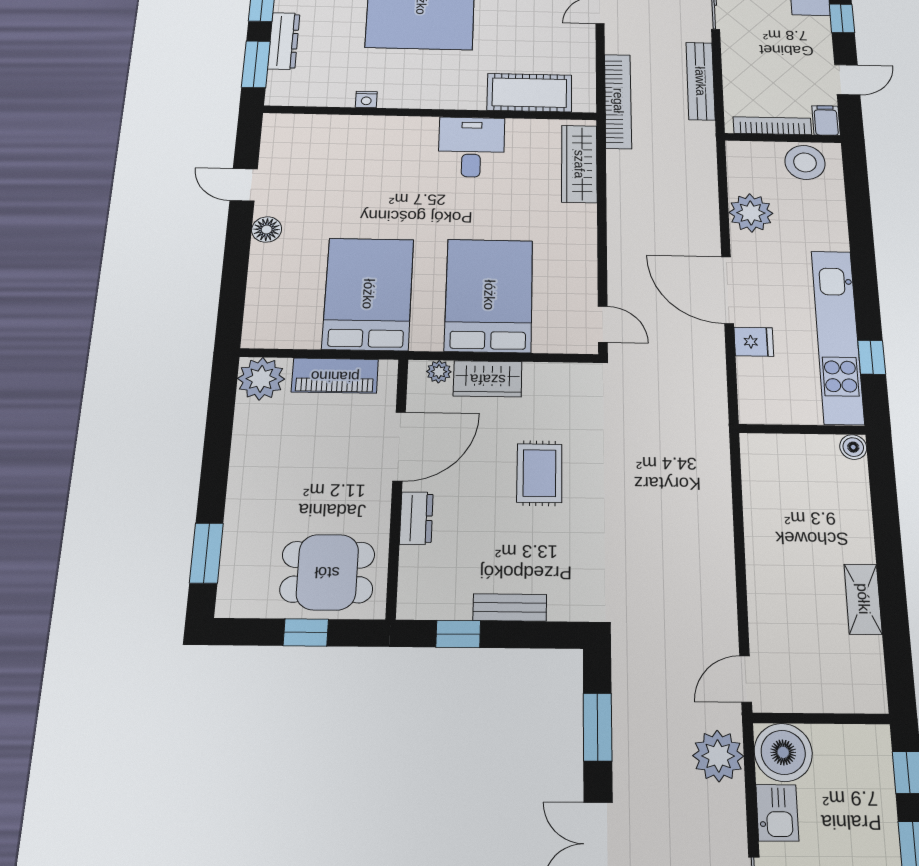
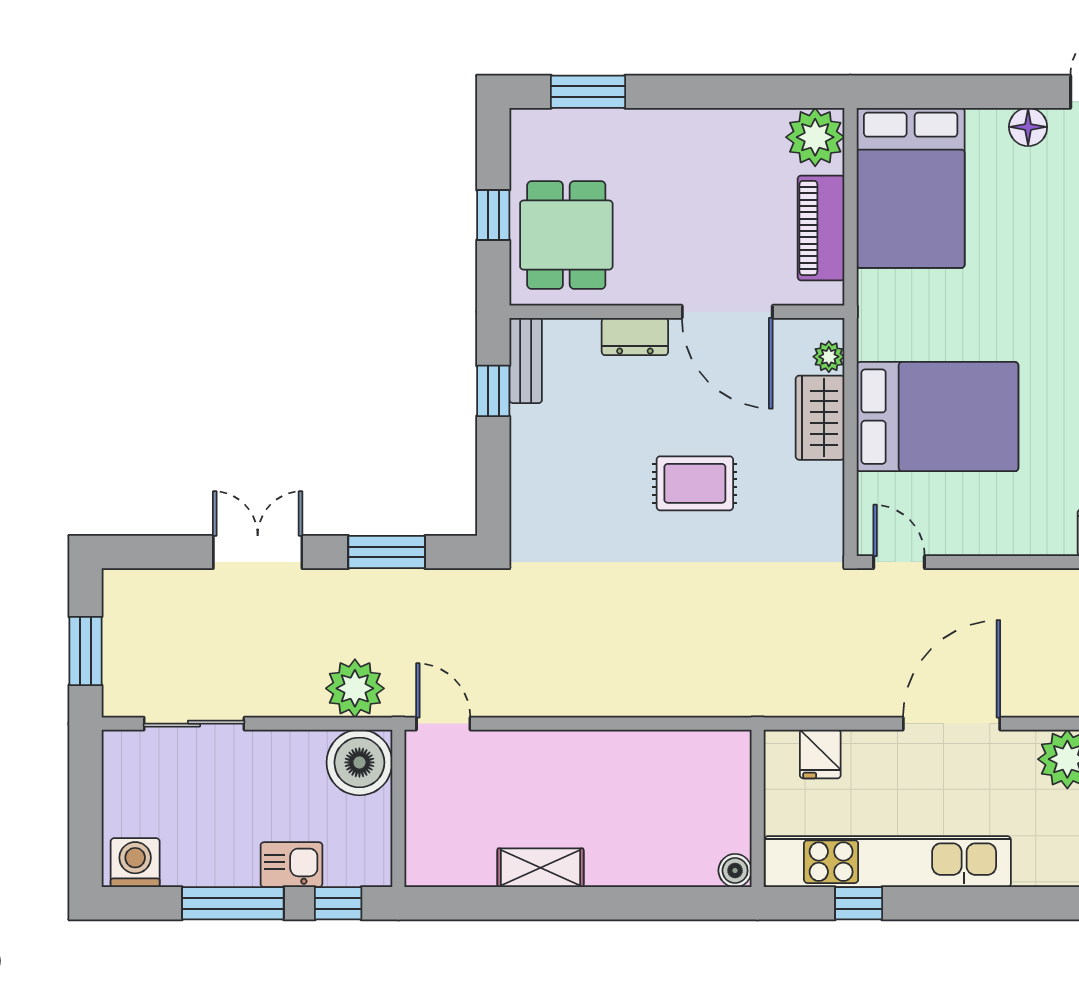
bed: (368, 294) -> (911, 188), moved, turned 90
door: (603, 324) -> (899, 562), swing flipped
fridge: (754, 342) -> (820, 754), moved
bench: (510, 607) -> (526, 360), moved
kitchen sink: (777, 813) -> (291, 865), moved, turned 180

